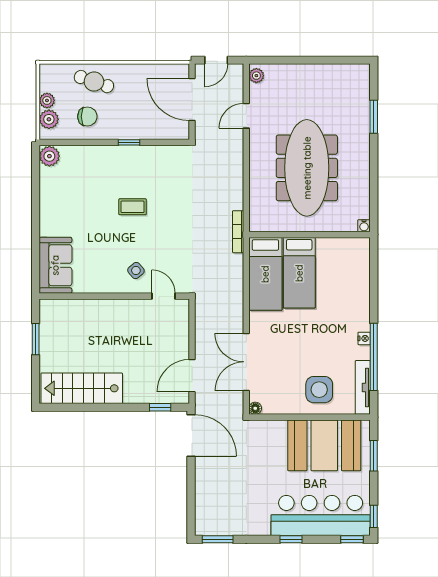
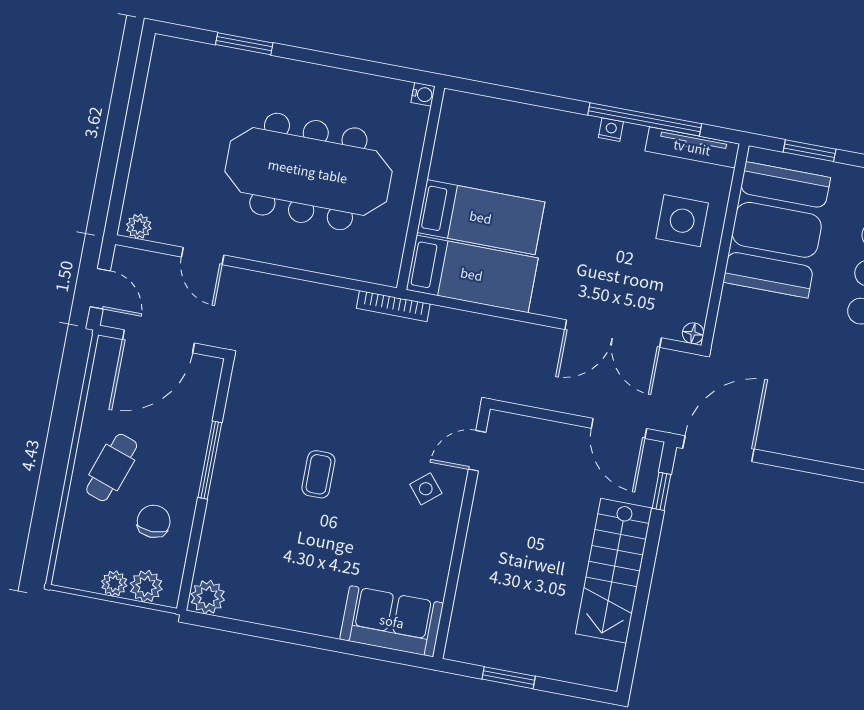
cafe table: (94, 82) -> (112, 467), moved
window: (129, 142) -> (210, 460), width x2.17
stairs: (82, 388) -> (614, 571), moved

